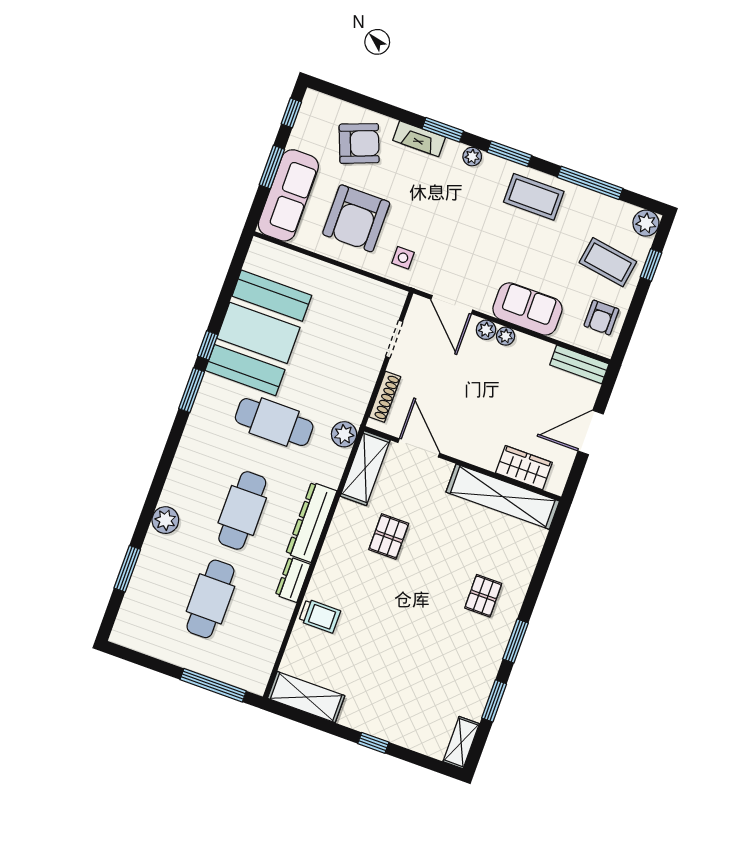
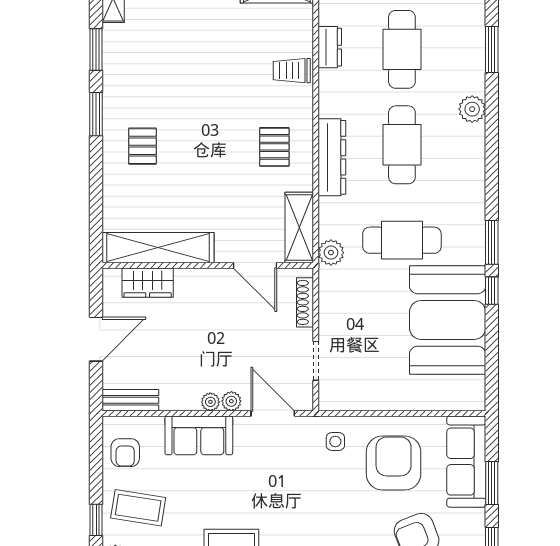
armchair: (601, 318) -> (125, 453), turned 180
pallet: (389, 537) -> (274, 147), moved
dresser: (293, 580) -> (330, 47), moved

